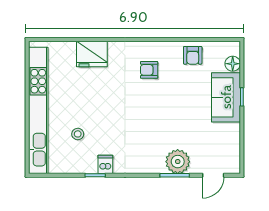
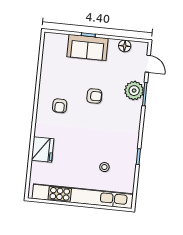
armchair: (193, 55) -> (94, 96), moved
floor lamp: (233, 64) -> (125, 46), moved
dishwasher: (105, 164) -> (131, 148), removed

